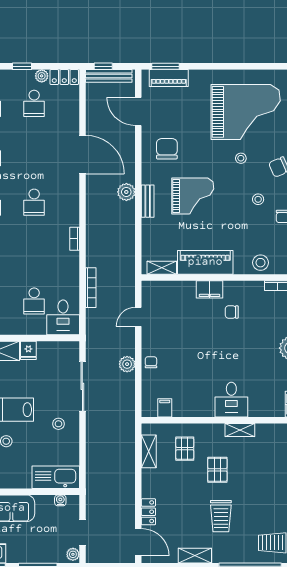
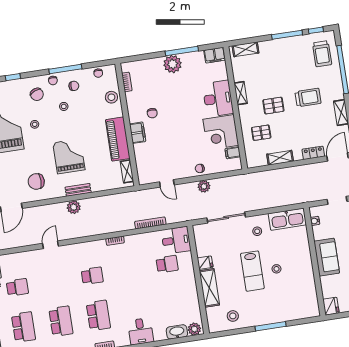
door: (82, 155) -> (51, 245), width x0.53
corner desk: (193, 397) -> (221, 132), added
desk: (231, 400) -> (218, 99), width x1.37
shelving: (149, 451) -> (280, 158), moved
kitchen sink: (56, 477) -> (287, 219), moved, turned -90

